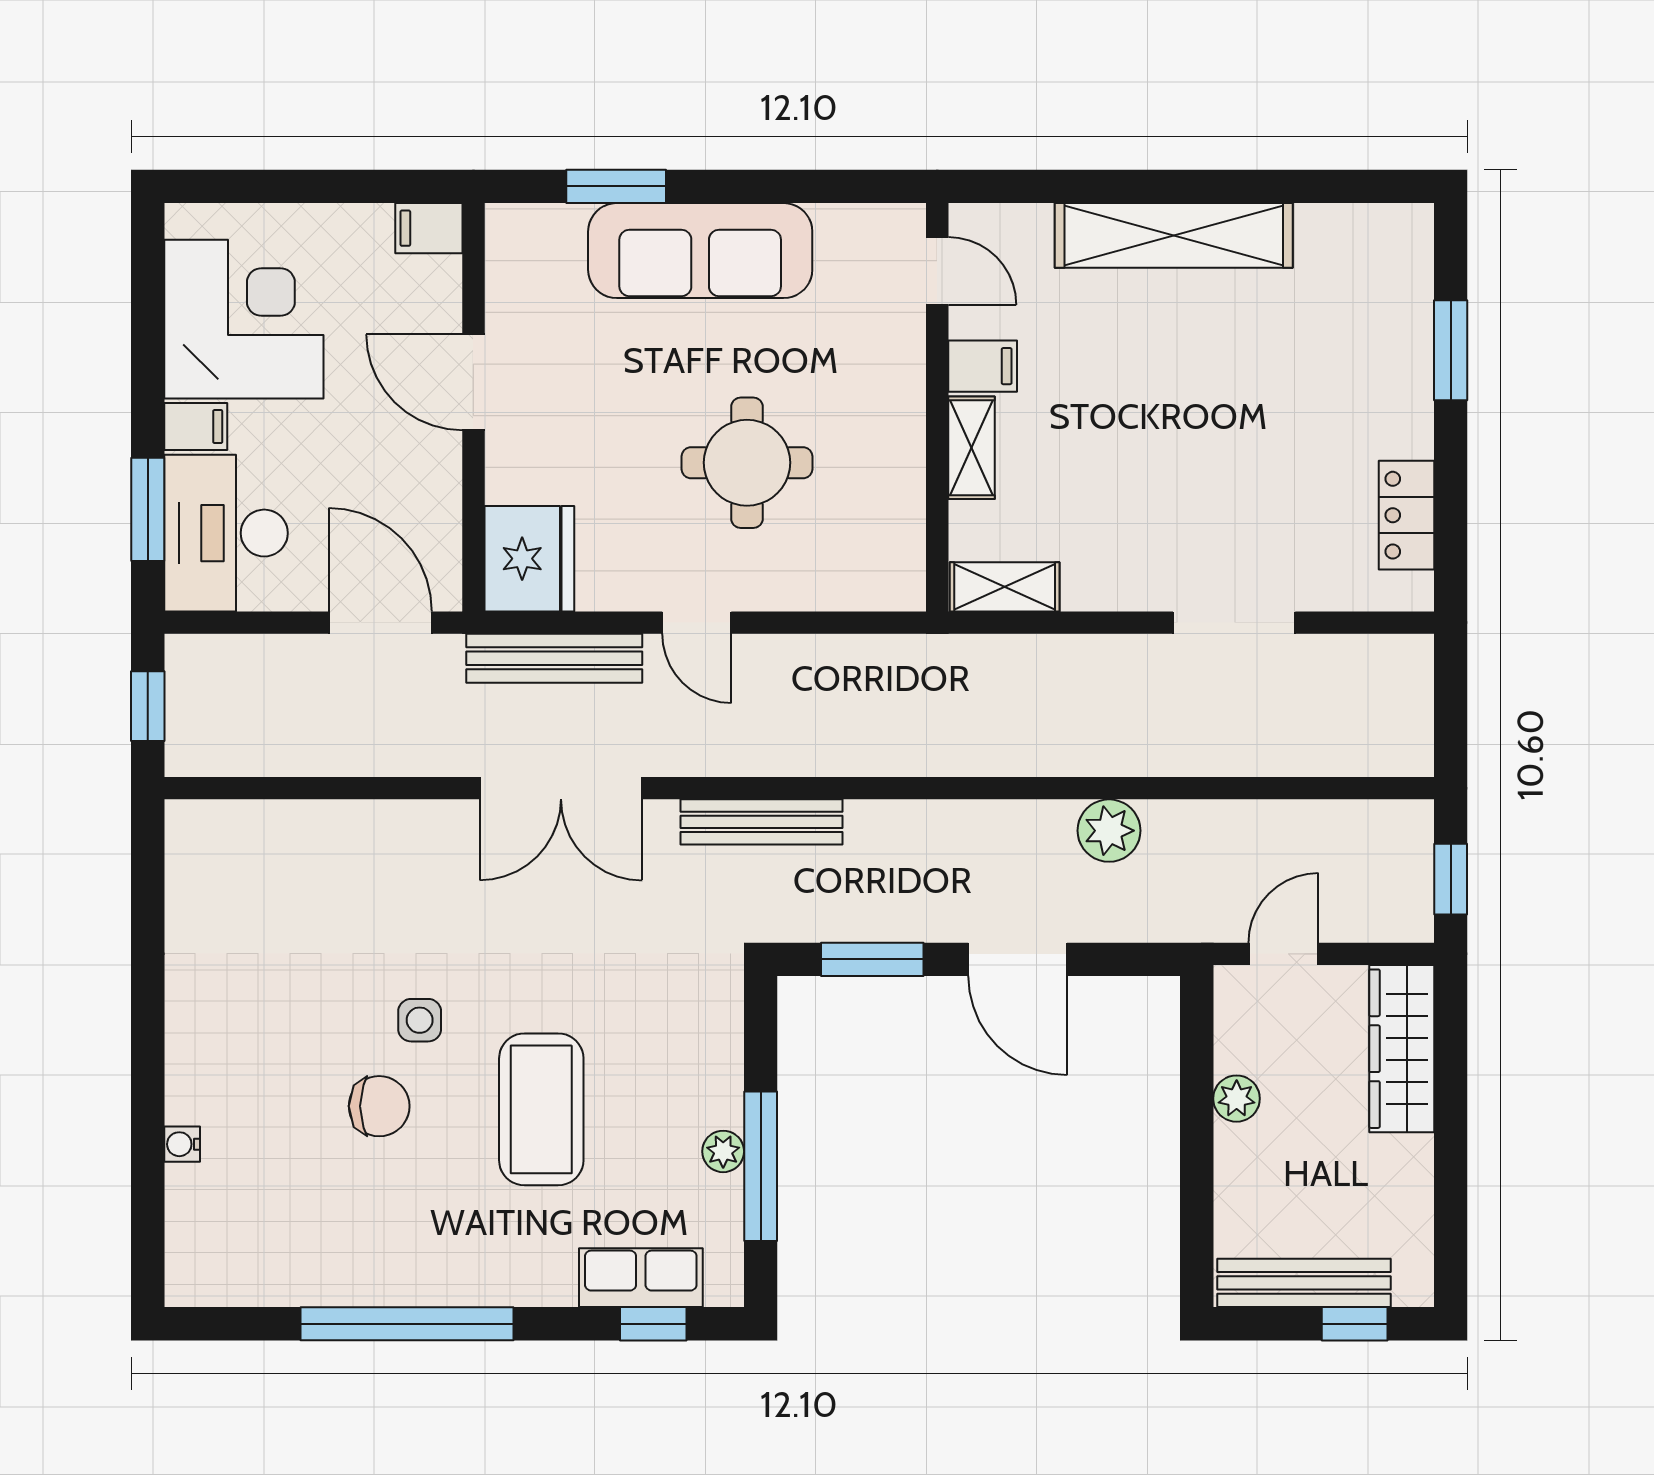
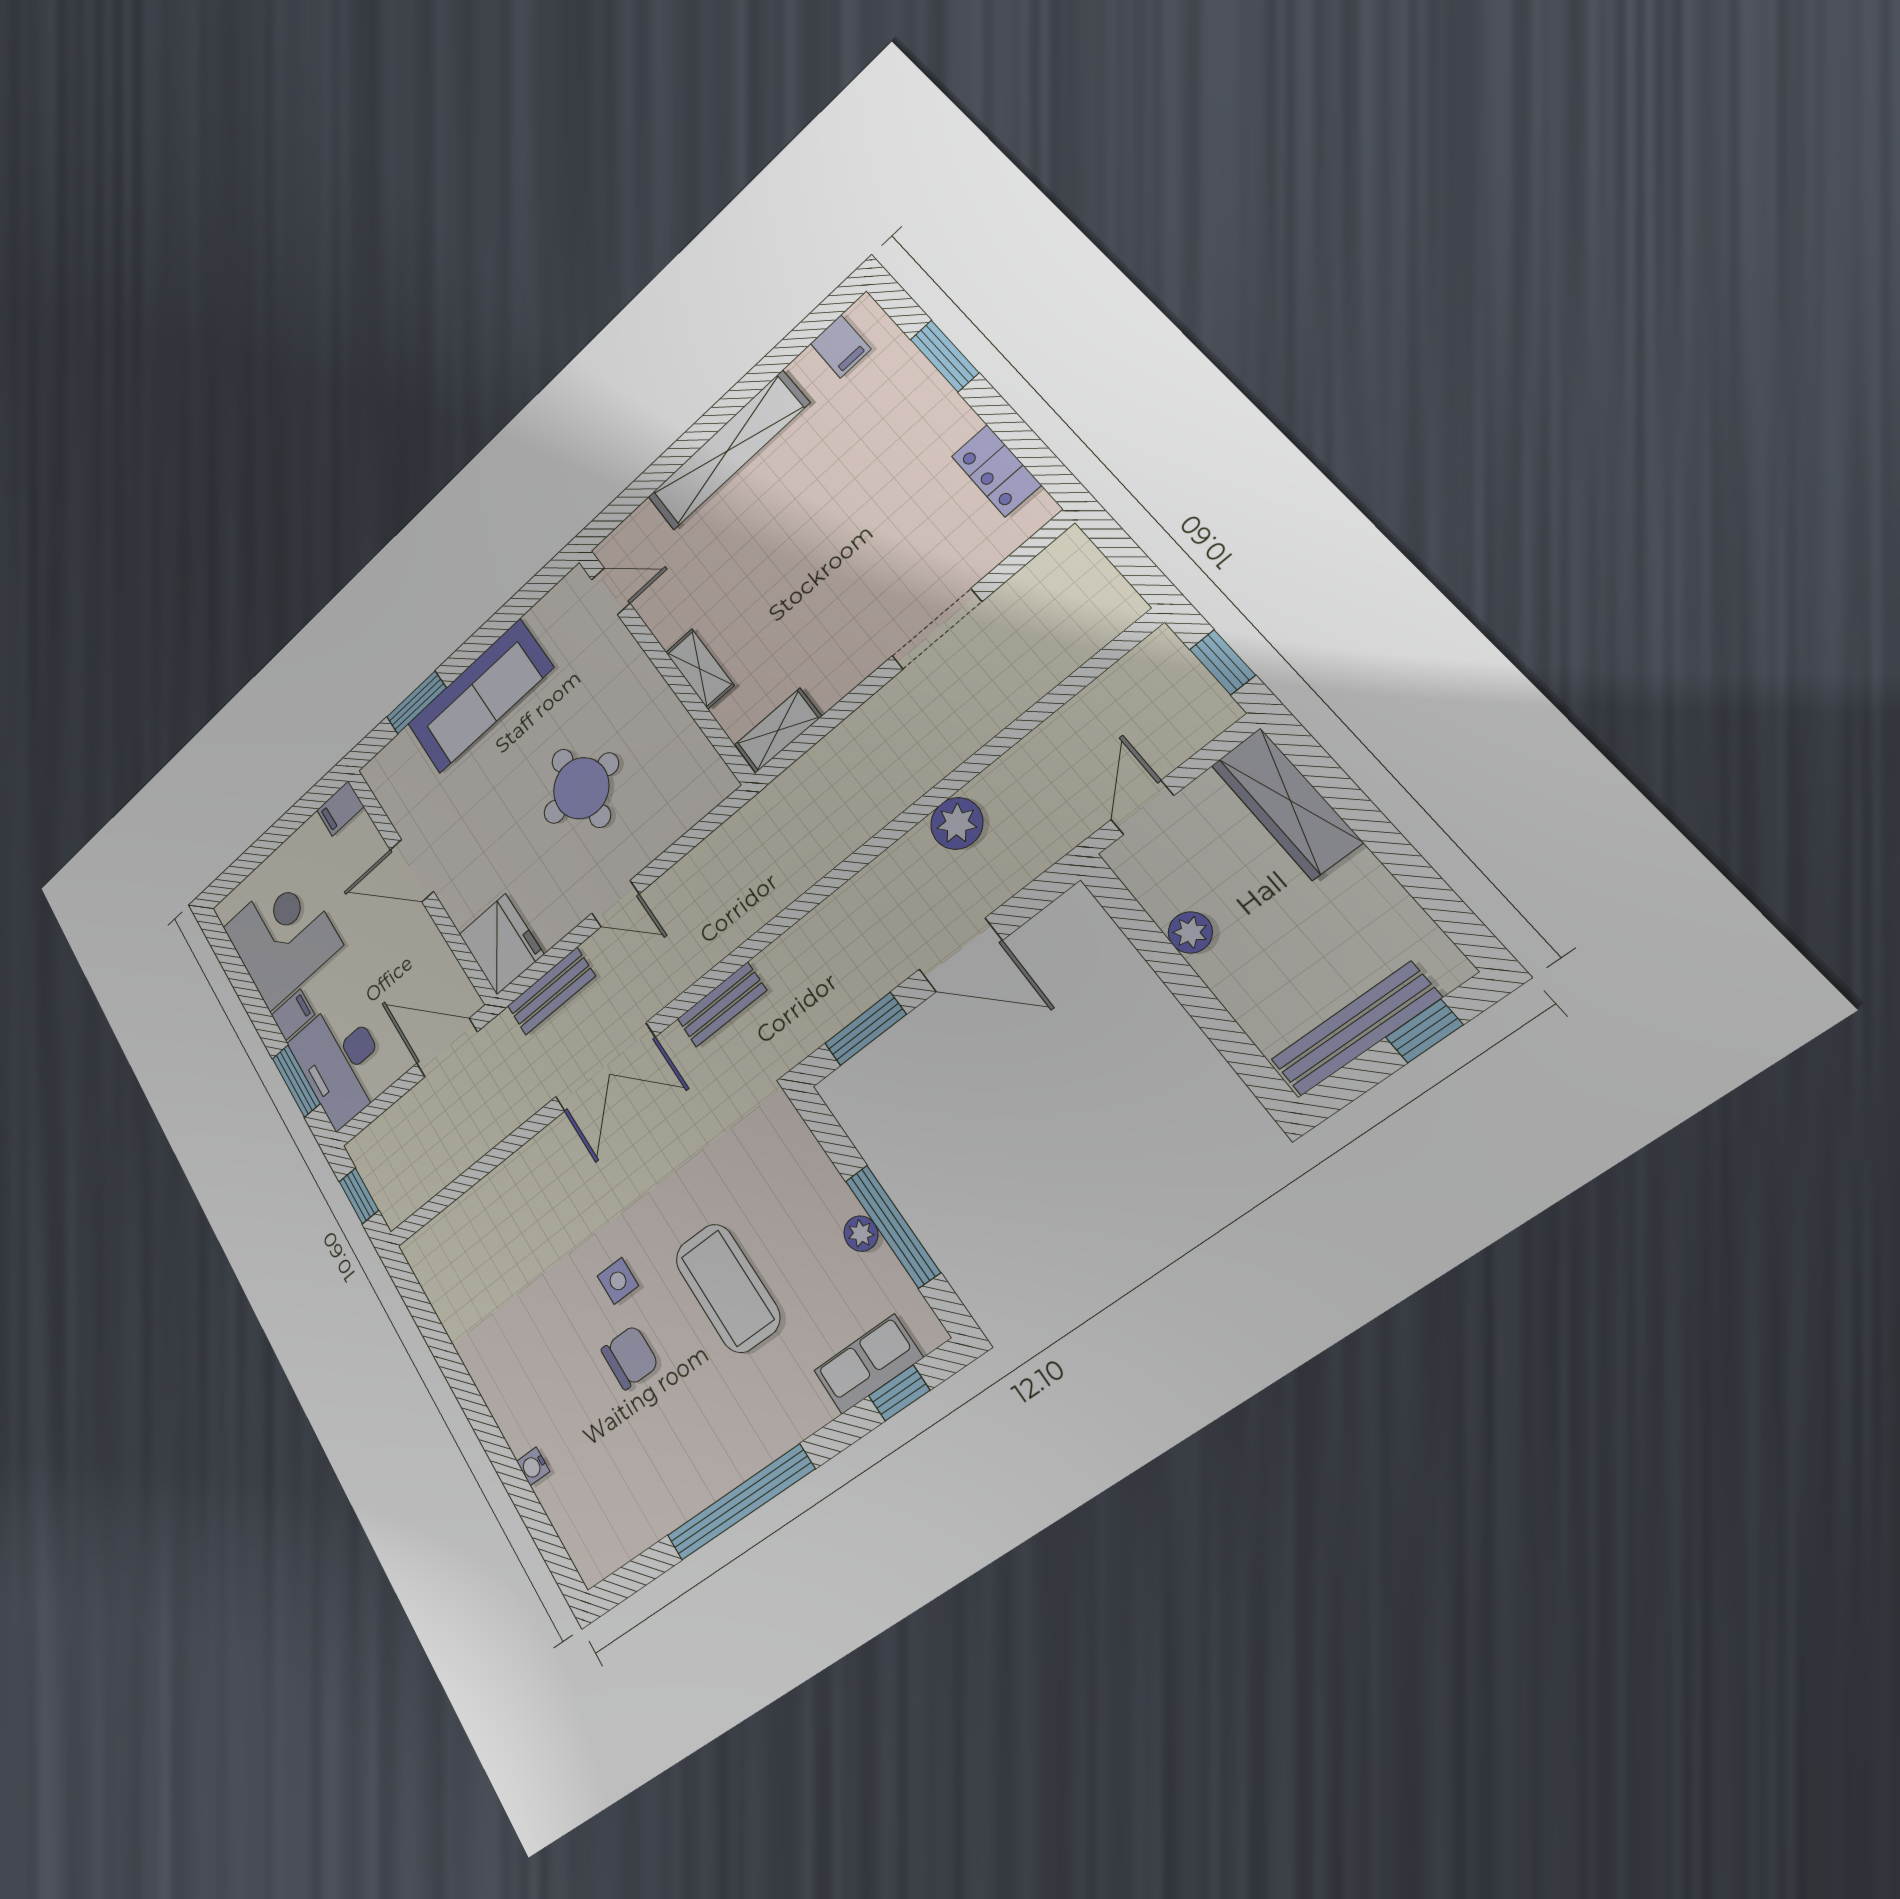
filing cabinet: (983, 366) -> (841, 346), moved, turned 90
bench: (554, 658) -> (551, 991), width x0.73
bench: (761, 822) -> (722, 1005), width x0.73

